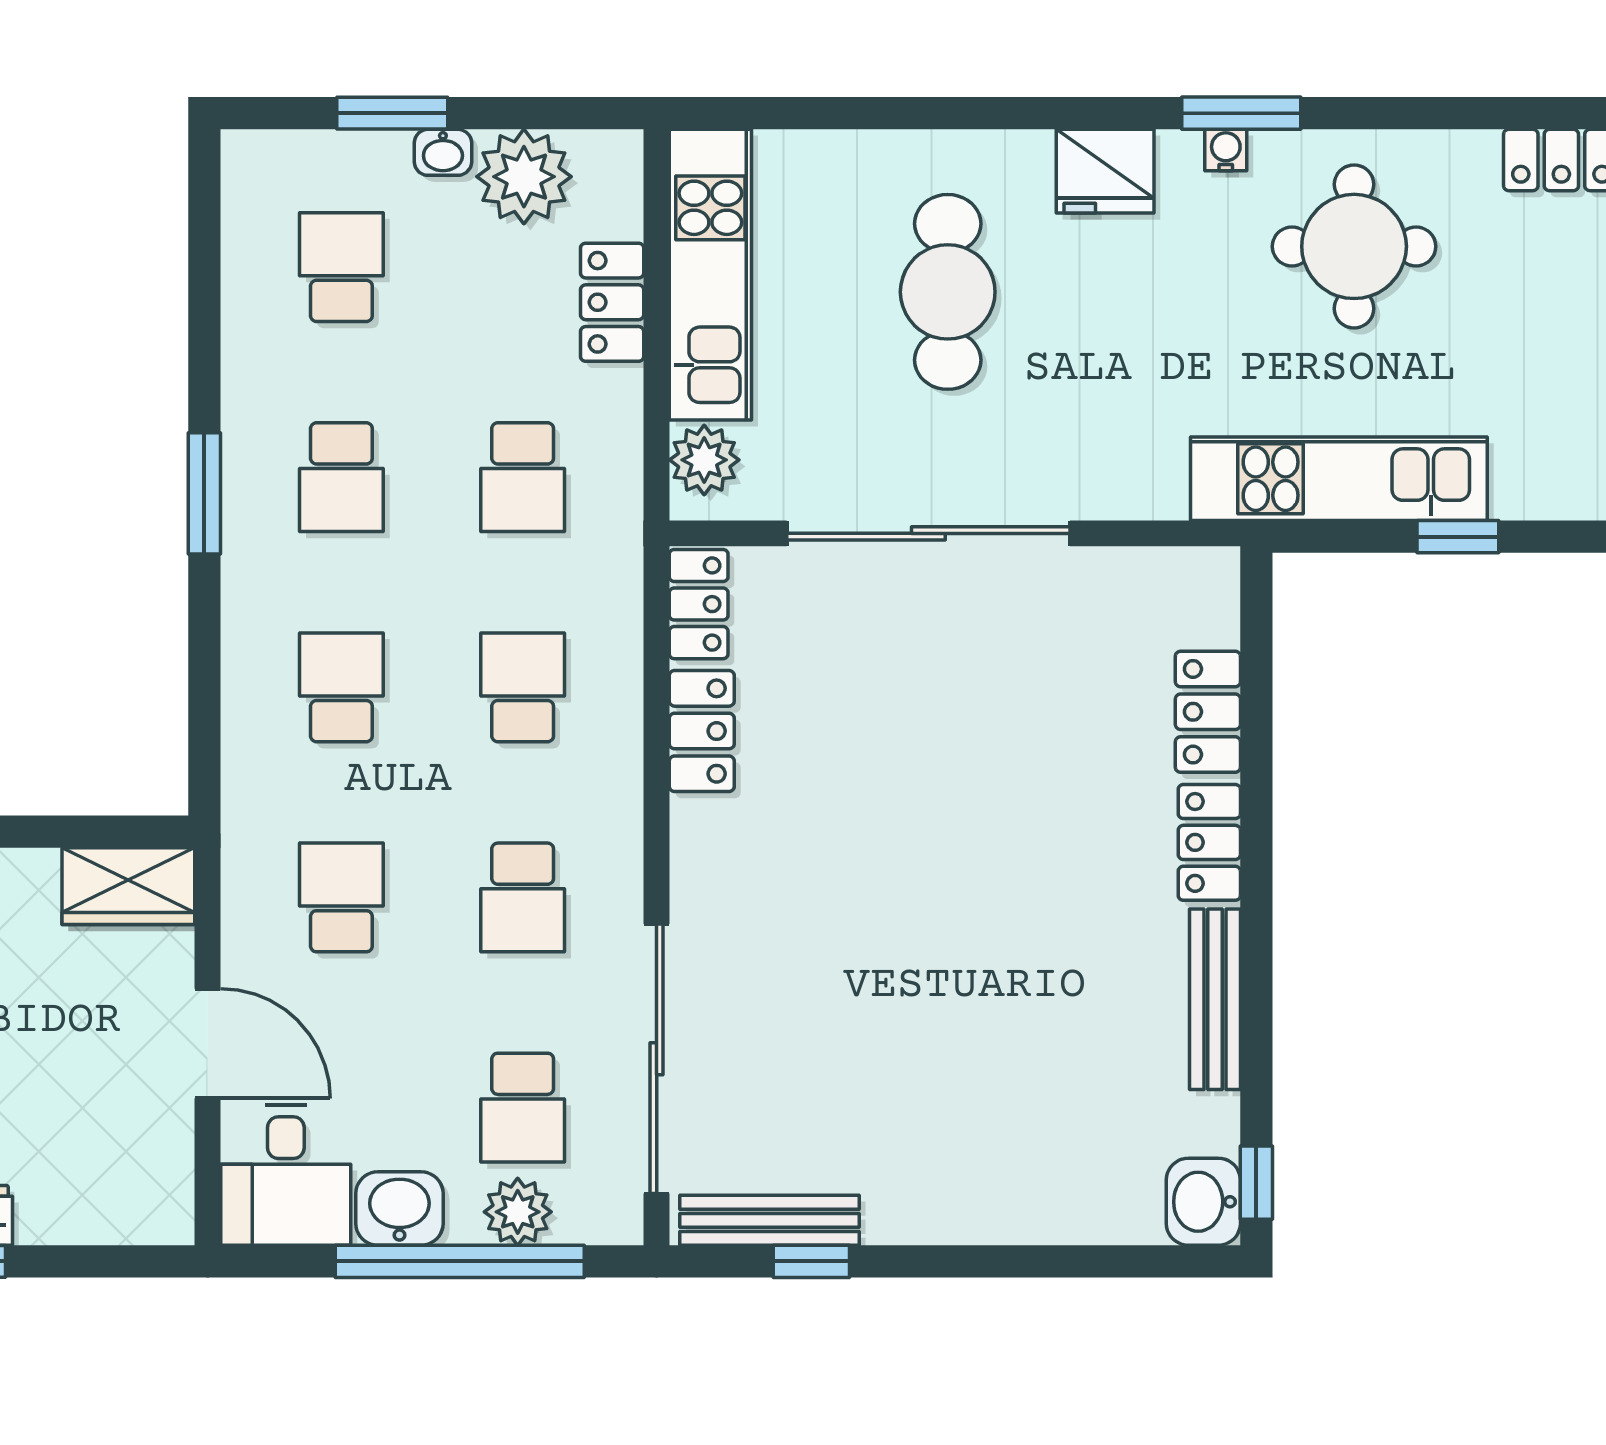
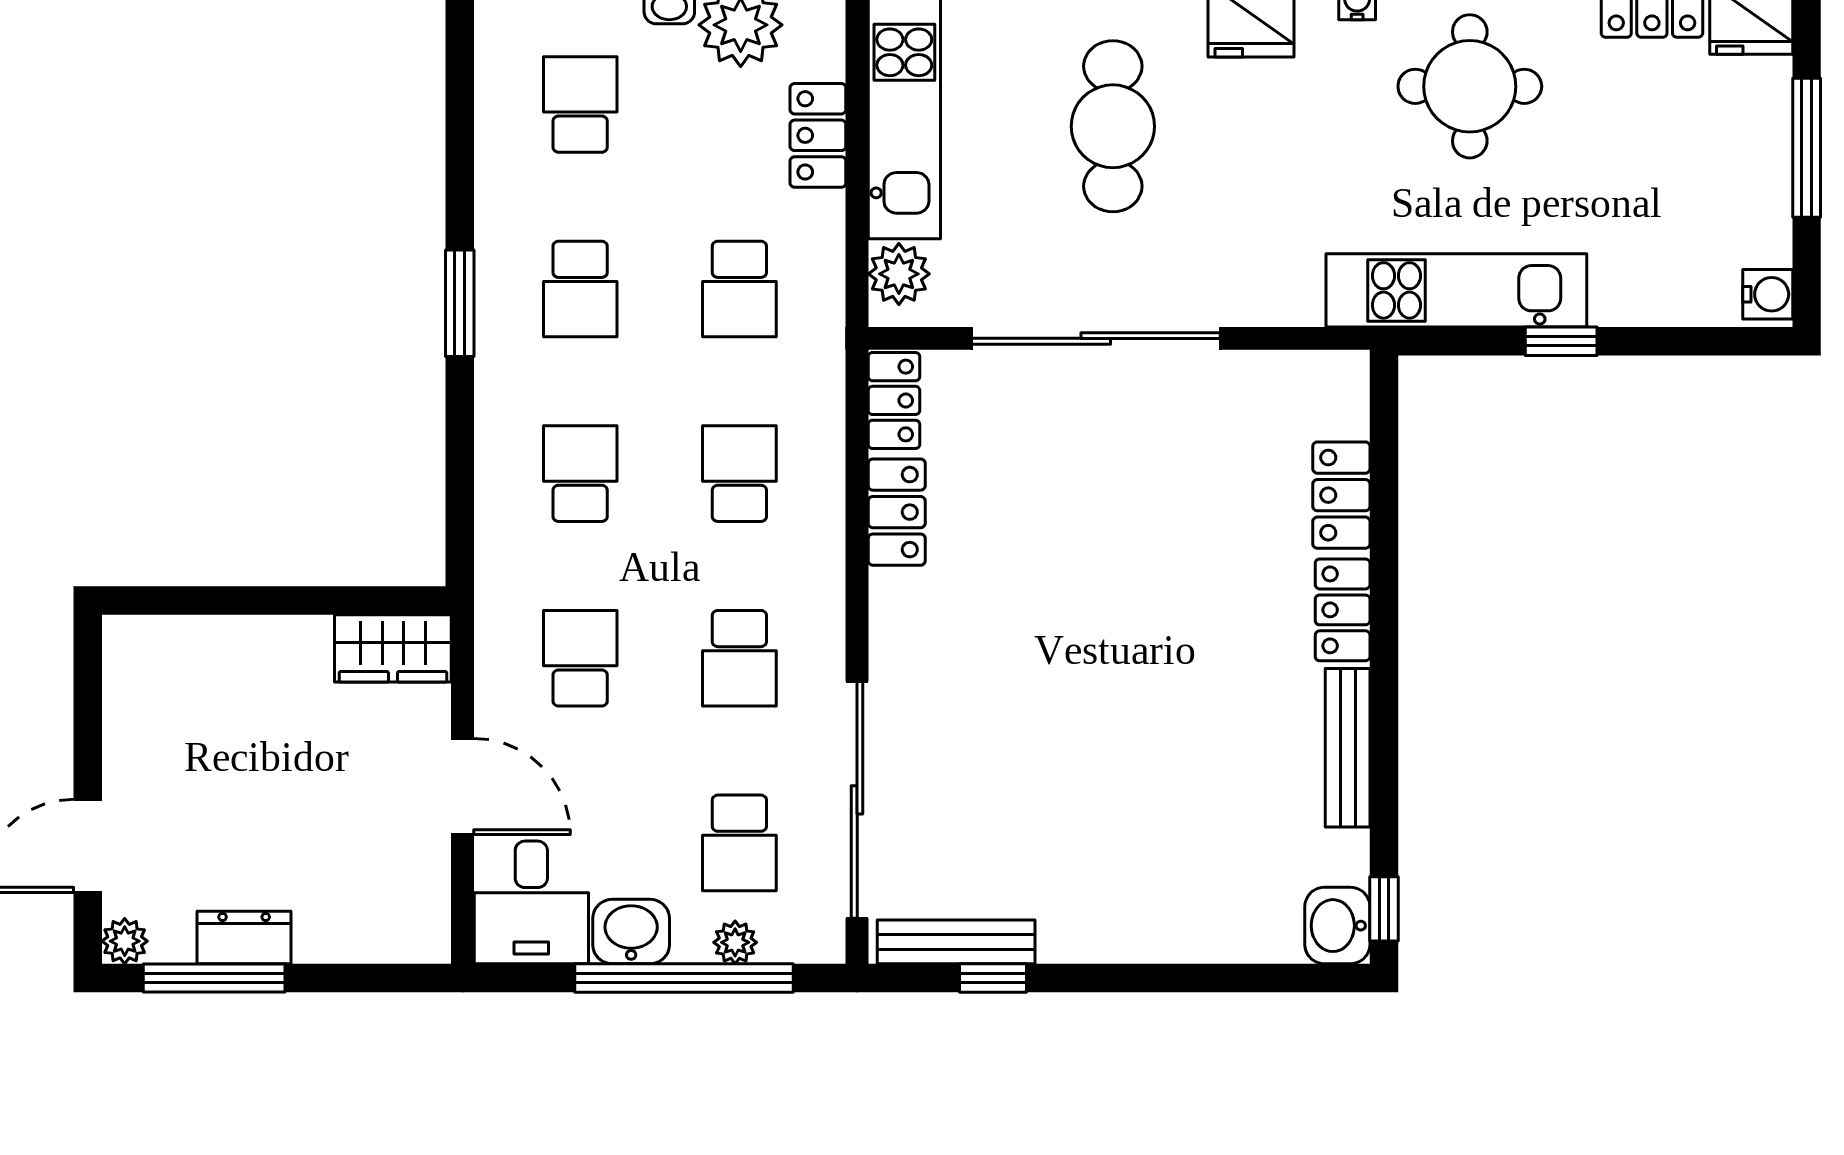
plant: (518, 1212) -> (735, 942), width x0.73, depth x0.73

